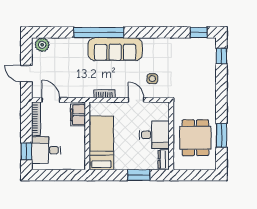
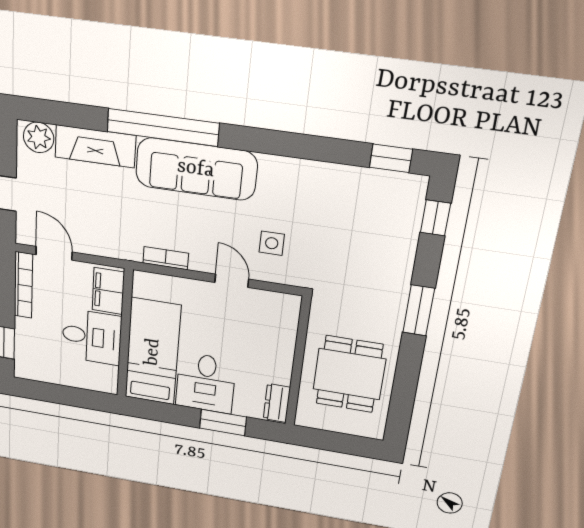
fireplace: (69, 45) -> (95, 146), added
desk: (154, 135) -> (206, 383), moved, turned 90
window: (221, 135) -> (419, 310), moved
desk: (46, 150) -> (92, 337), moved, turned 180

